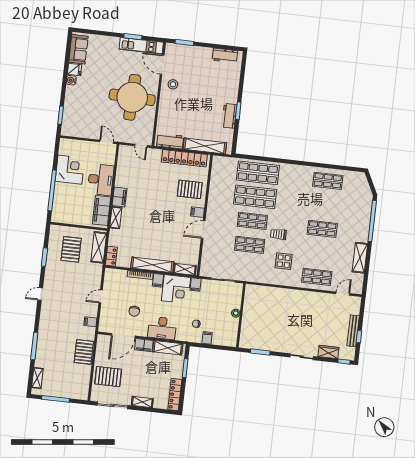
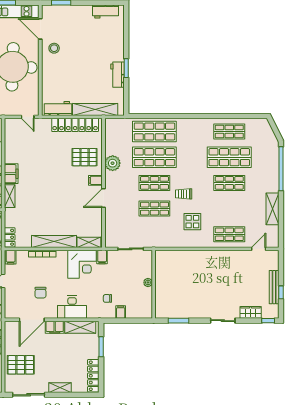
plant: (215, 198) -> (113, 163), added
shop shelf: (325, 205) -> (229, 157), added
filing cabinet: (158, 280) -> (11, 257), moved

